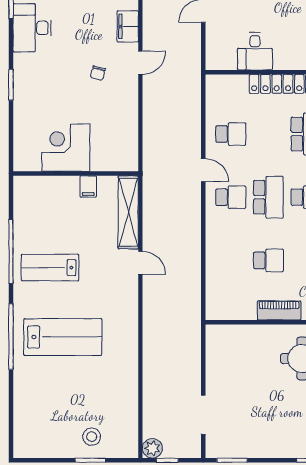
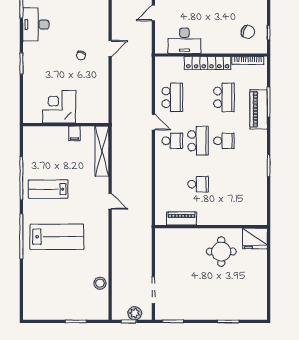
filing cabinet: (128, 26) -> (102, 24), removed
desk: (255, 51) -> (184, 41), width x1.37
school desk: (231, 134) -> (172, 97), width x1.85
door: (140, 263) -> (110, 201), moved
piano: (279, 310) -> (182, 218), moved
stool: (92, 437) -> (100, 283), moved
plant: (152, 448) -> (135, 313), moved

